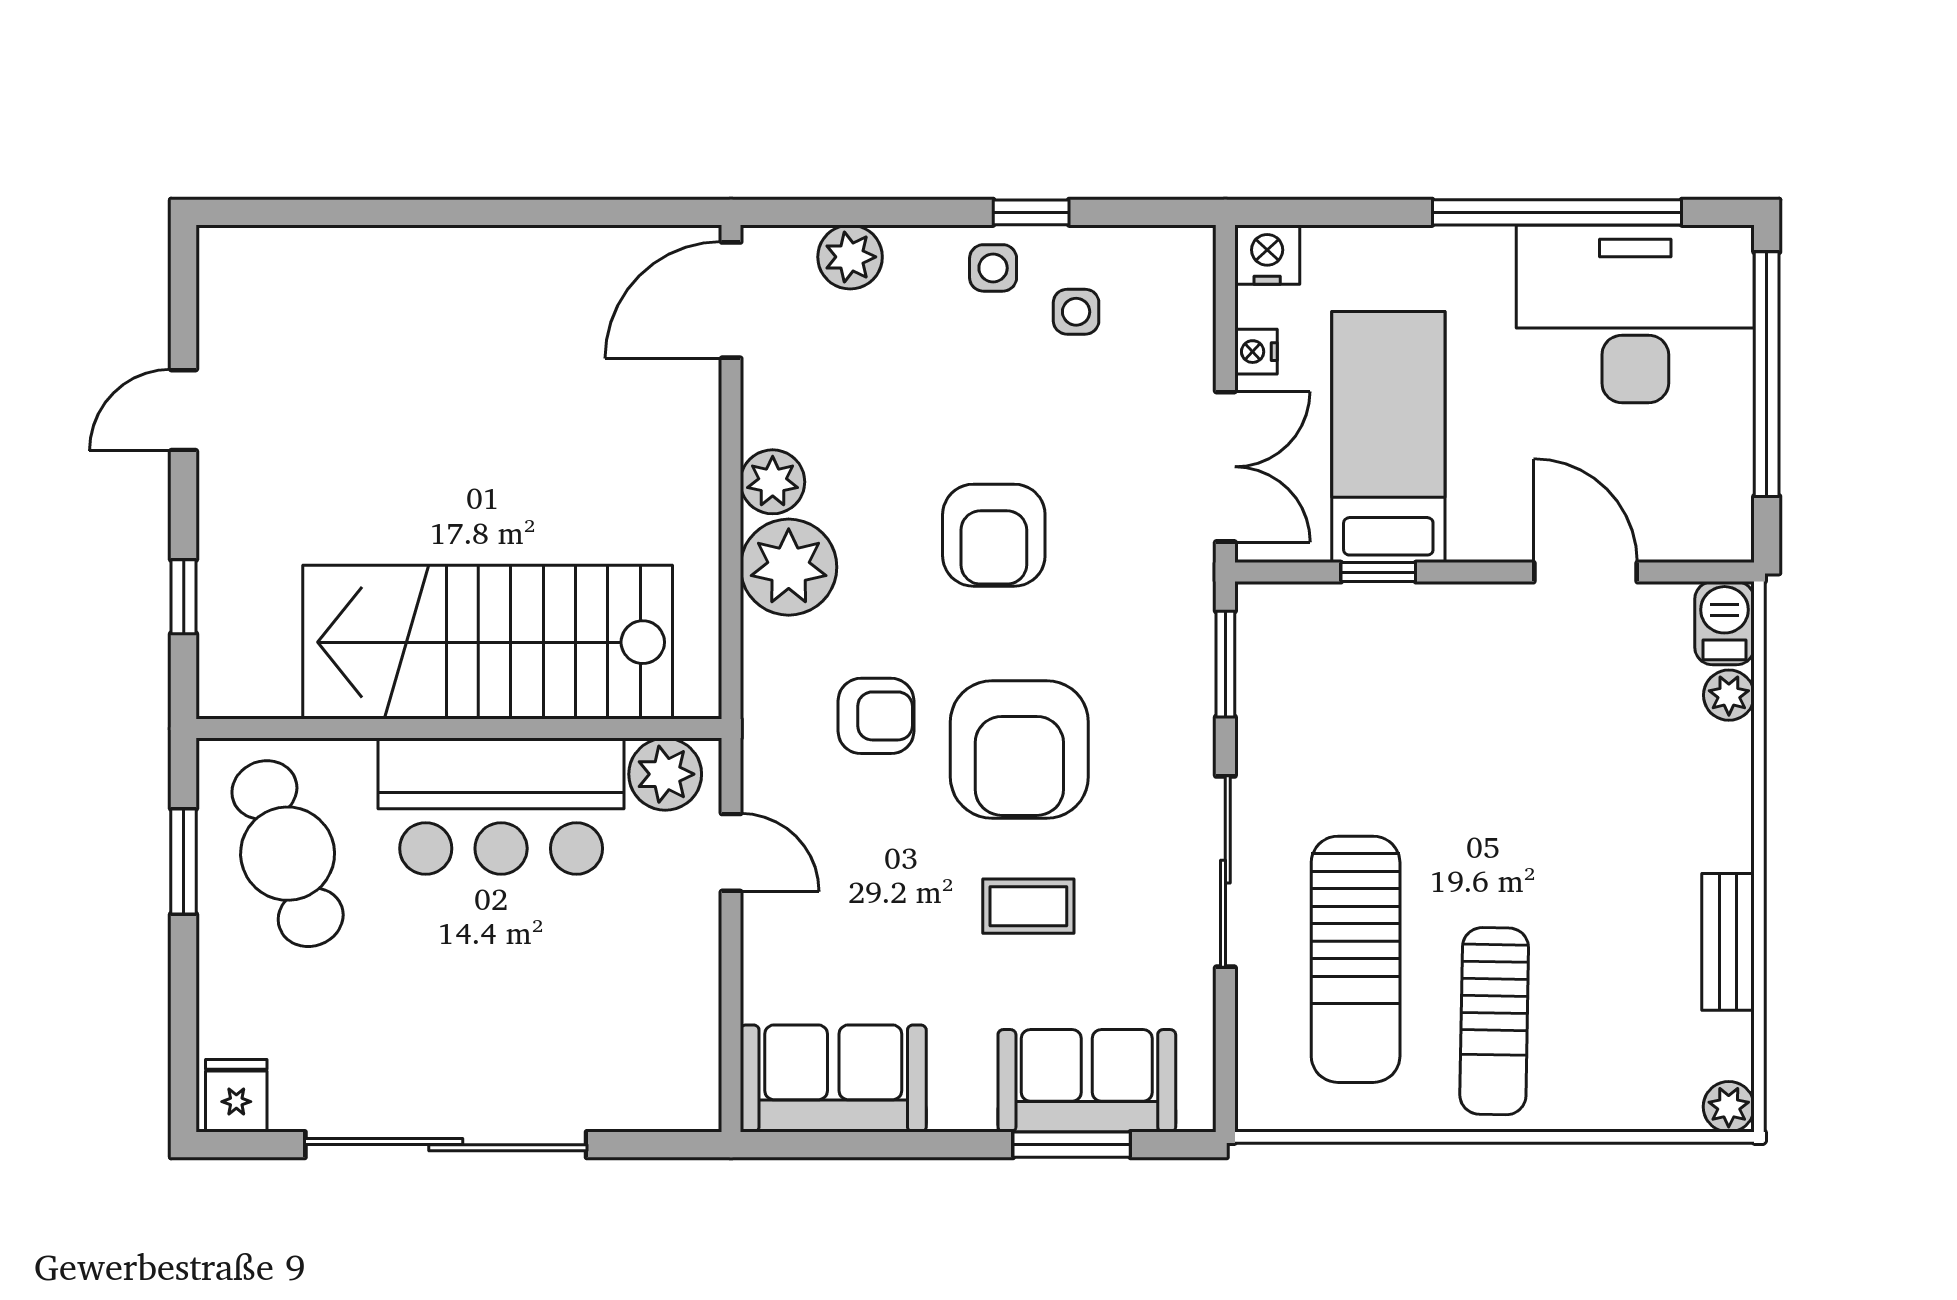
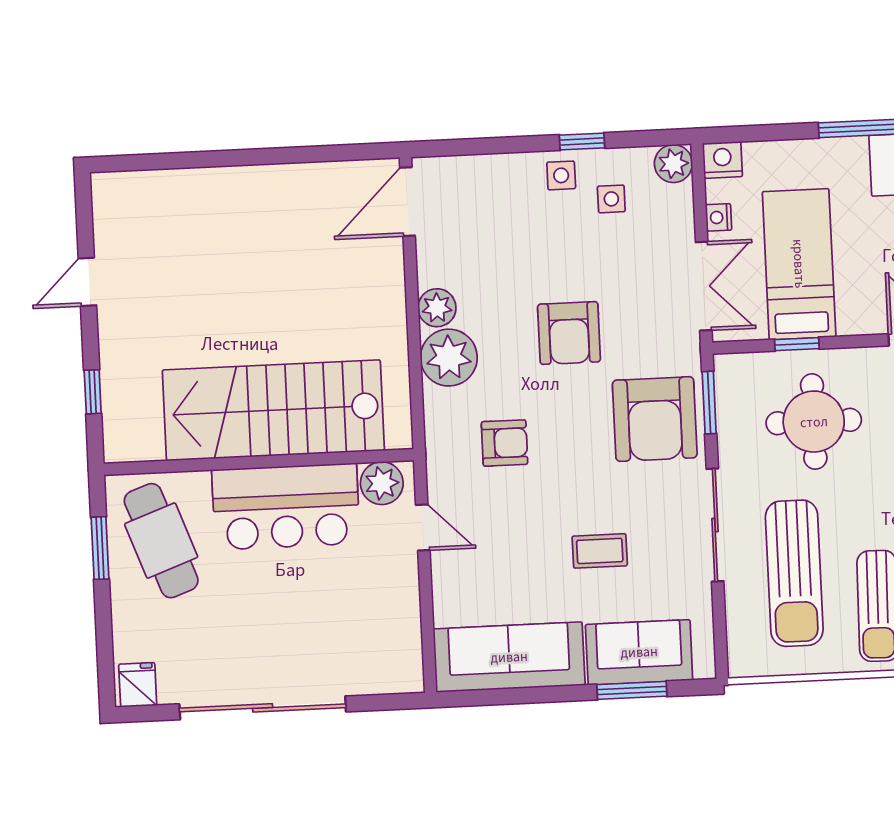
plant: (850, 257) -> (673, 164), moved
round table: (1401, 704) -> (814, 422), added
armchair: (1019, 749) -> (655, 419), moved
sofa: (833, 1078) -> (509, 657), width x1.36

